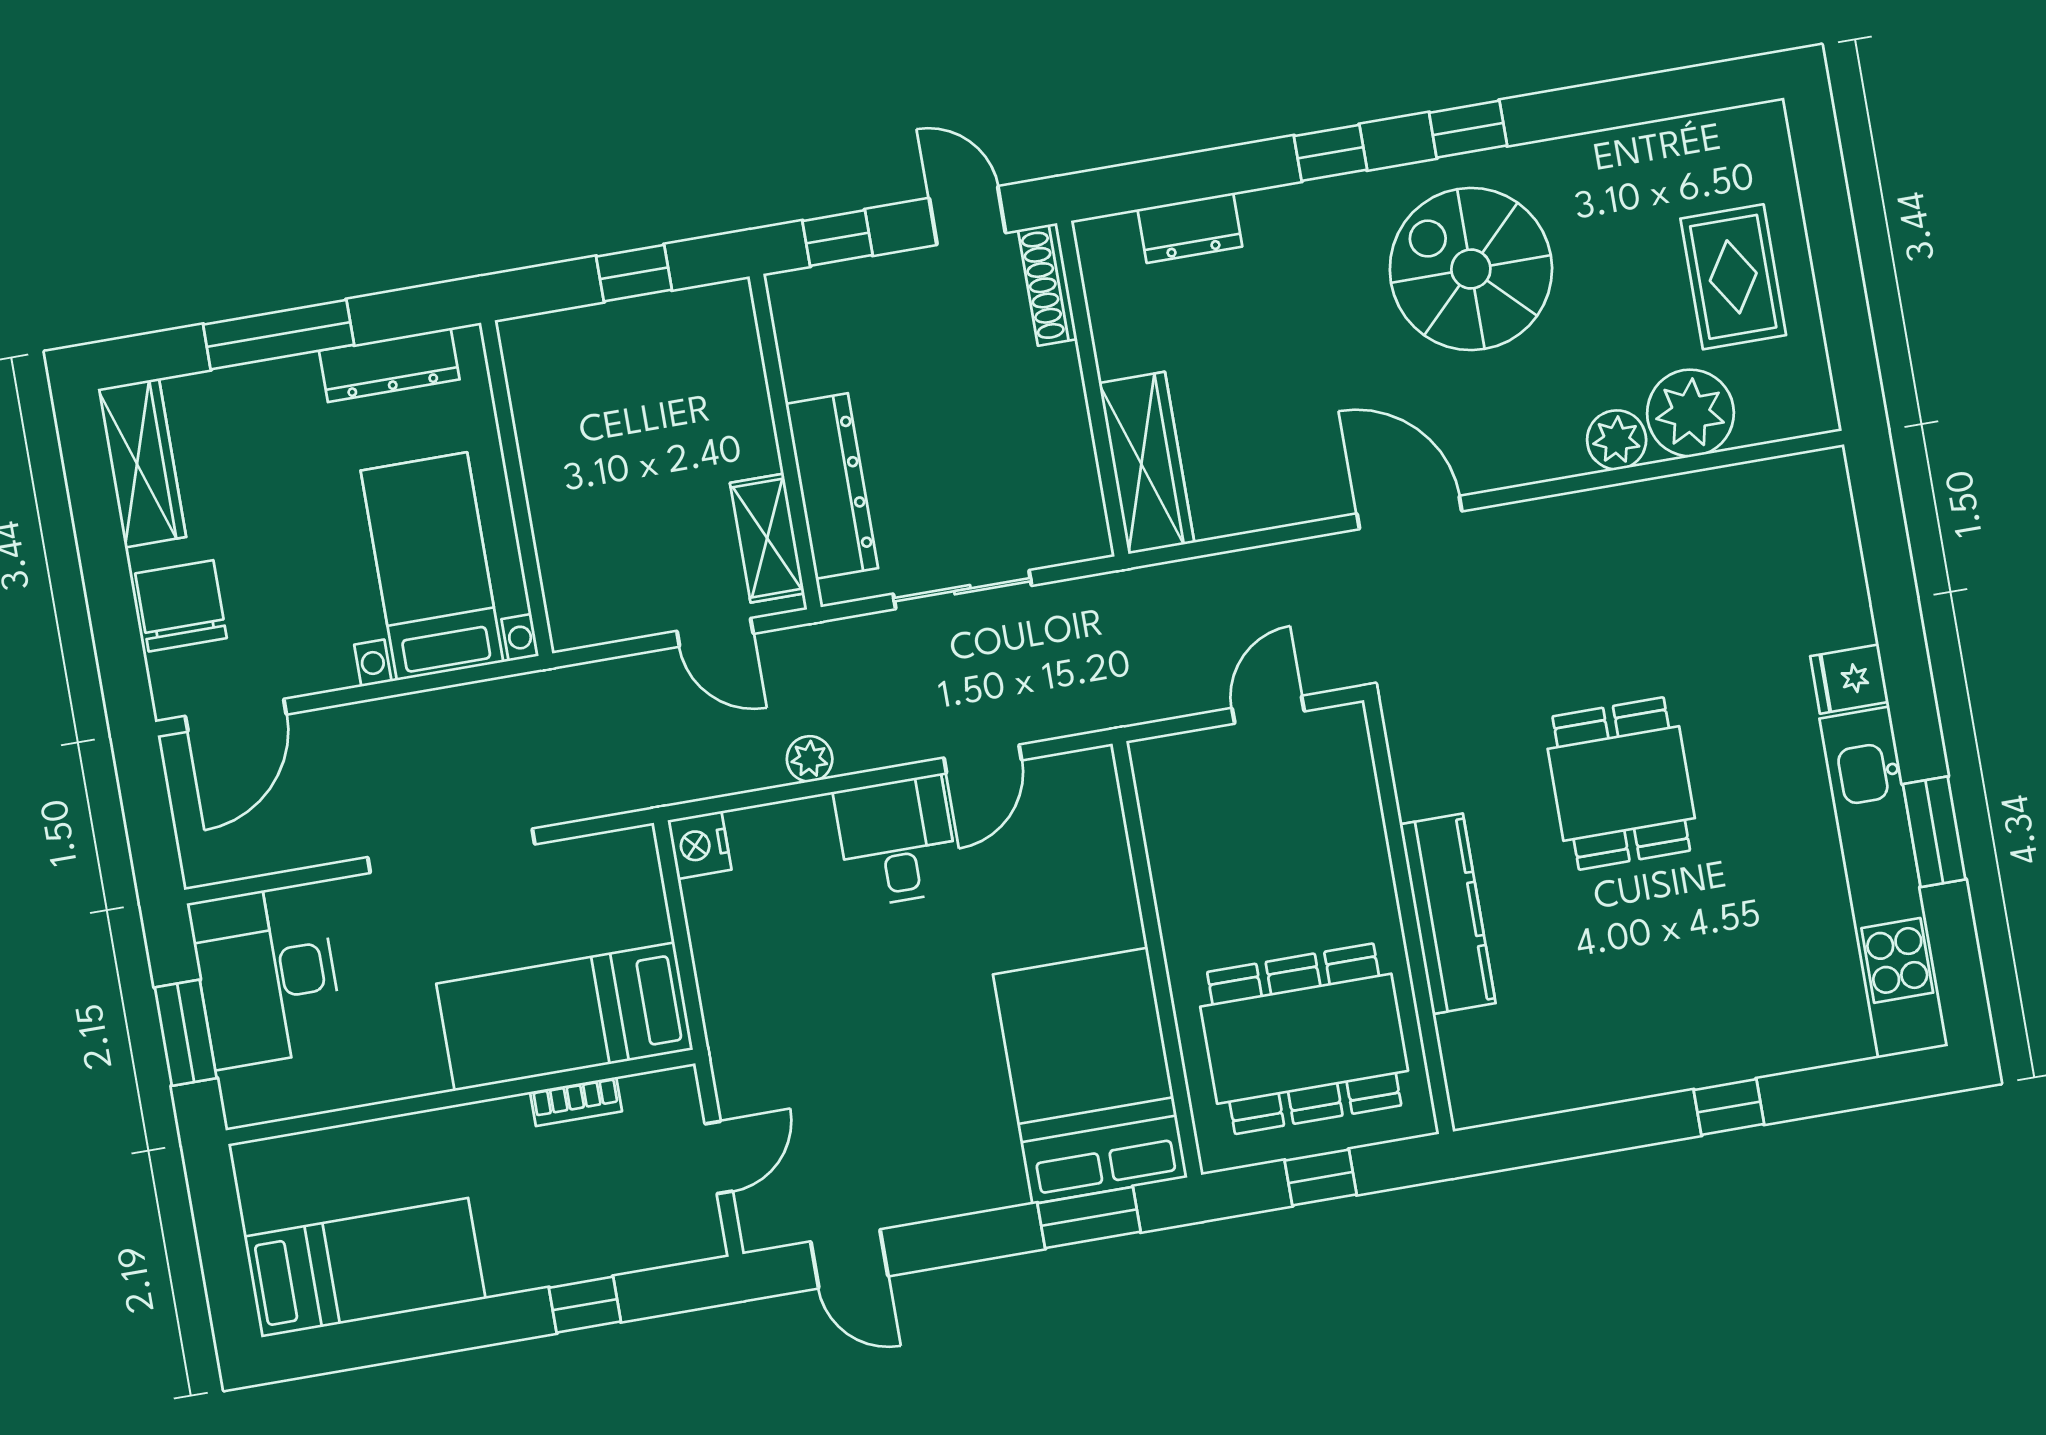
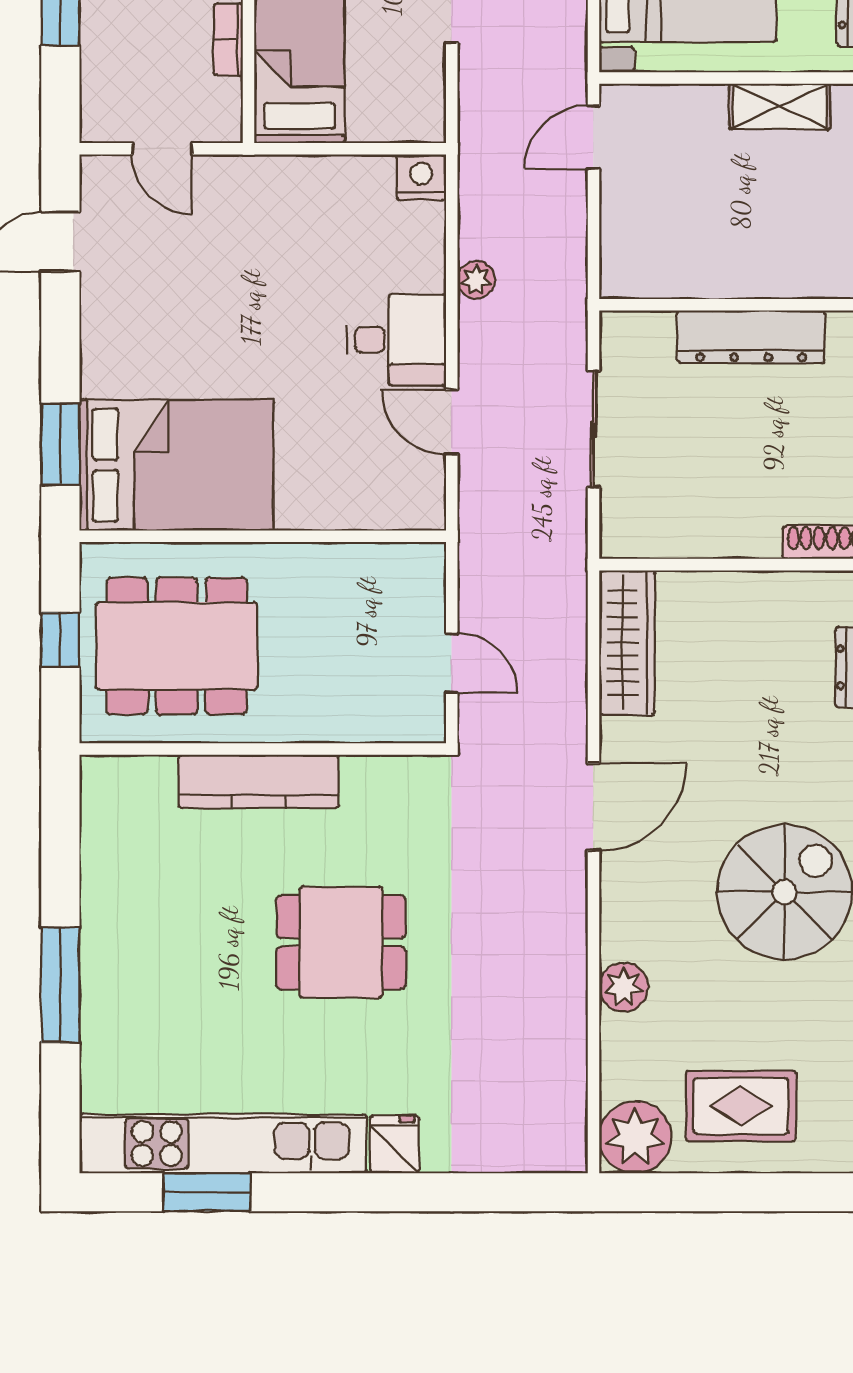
plant: (1690, 413) -> (635, 1137), moved
wardrobe: (1147, 463) -> (627, 643), moved, turned -90
dresser: (832, 486) -> (751, 337), moved
shelving: (767, 538) -> (780, 106), moved
door: (715, 632) -> (593, 138), moved
window: (1934, 832) -> (207, 1192), moved
dining table: (1304, 1039) -> (177, 646), turned 90
window: (1729, 1107) -> (60, 985), width x2.17

